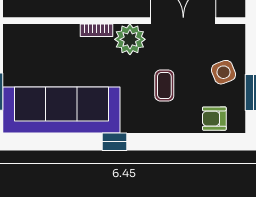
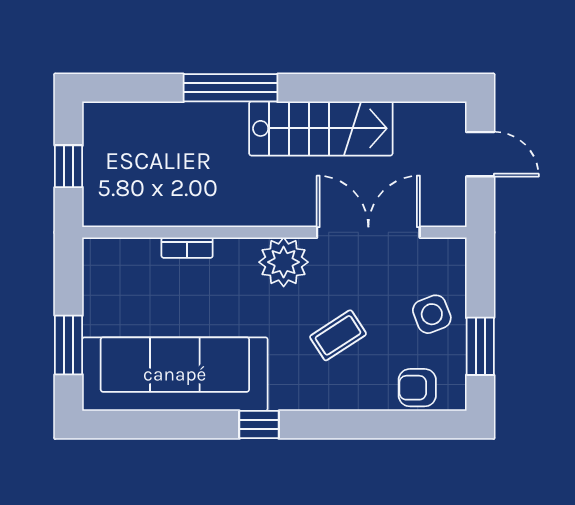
bookcase: (97, 30) -> (187, 248), moved
coffee table: (164, 86) -> (338, 335), turned 57

